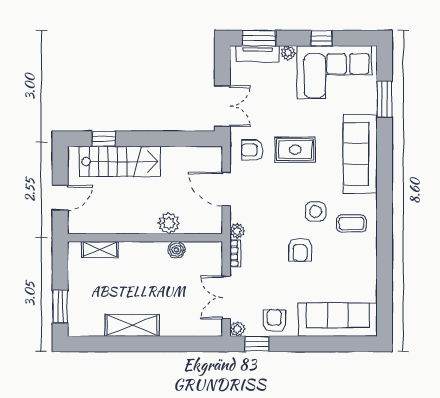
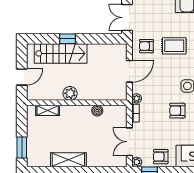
double door: (222, 106) -> (127, 18), swing flipped
window: (104, 139) -> (67, 39), moved
door: (226, 189) -> (129, 71), swing flipped
plant: (169, 223) -> (70, 93), moved
armchair: (300, 250) -> (177, 111), turned 90
armchair: (274, 321) -> (161, 157), turned -90

